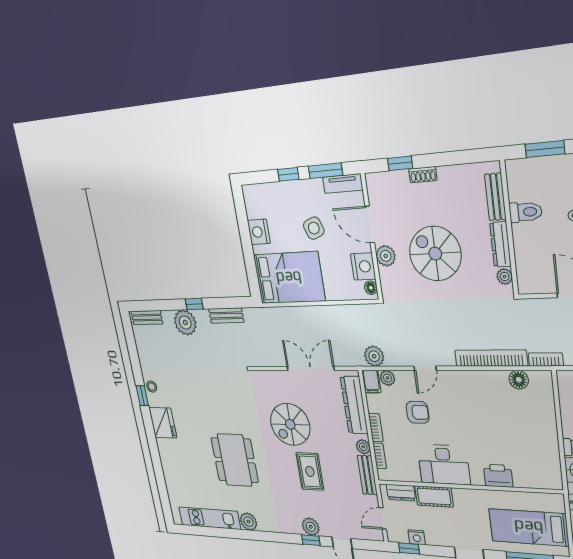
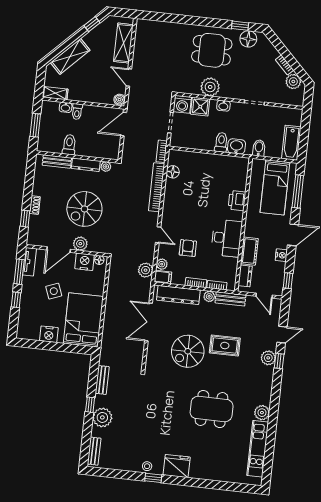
spiral stairs: (290, 424) -> (188, 351), turned 90
nightstand: (417, 537) -> (281, 255), moved

